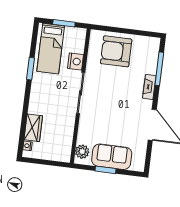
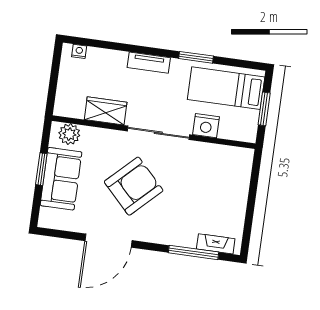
armchair: (116, 51) -> (134, 186), moved, turned 46
fireplace: (149, 87) -> (216, 244), moved
tv unit: (34, 100) -> (149, 63), added
wardrobe: (33, 128) -> (106, 111), moved, turned 180

